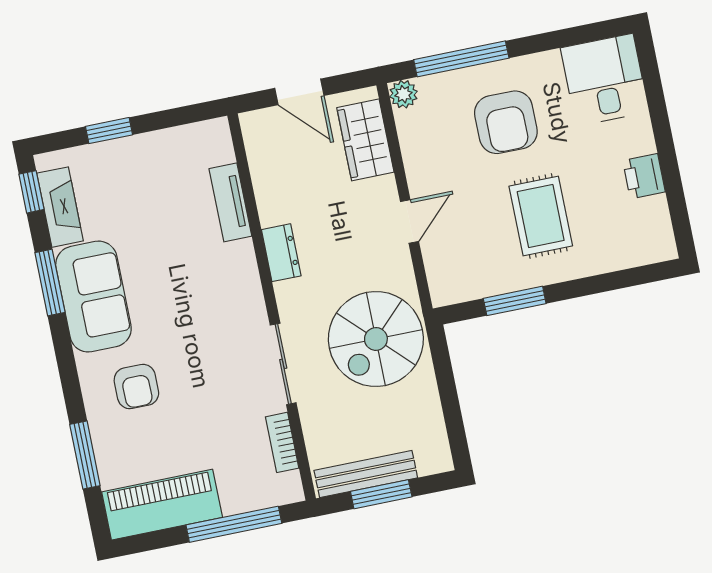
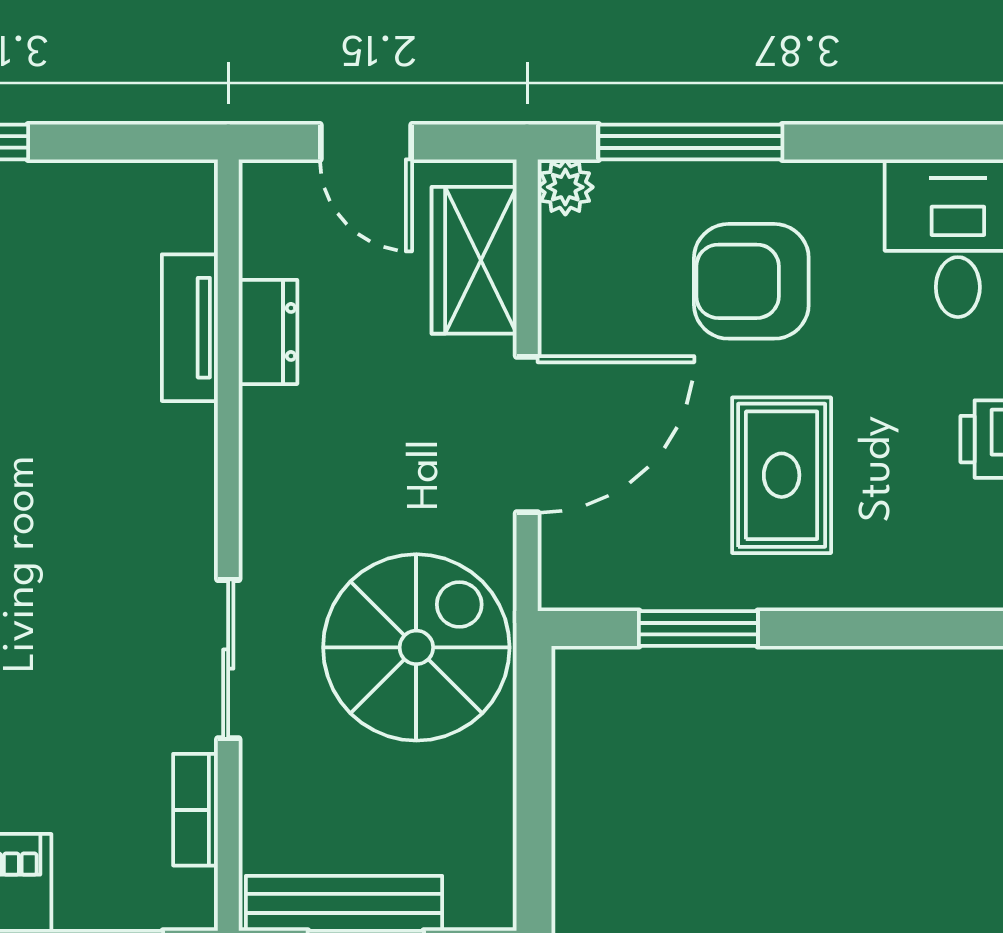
armchair: (506, 122) -> (751, 281), turned 90
door: (410, 221) -> (527, 434), width x1.88
dresser: (281, 253) -> (268, 332), moved
spiral stairs: (376, 339) -> (416, 647), turned 180

